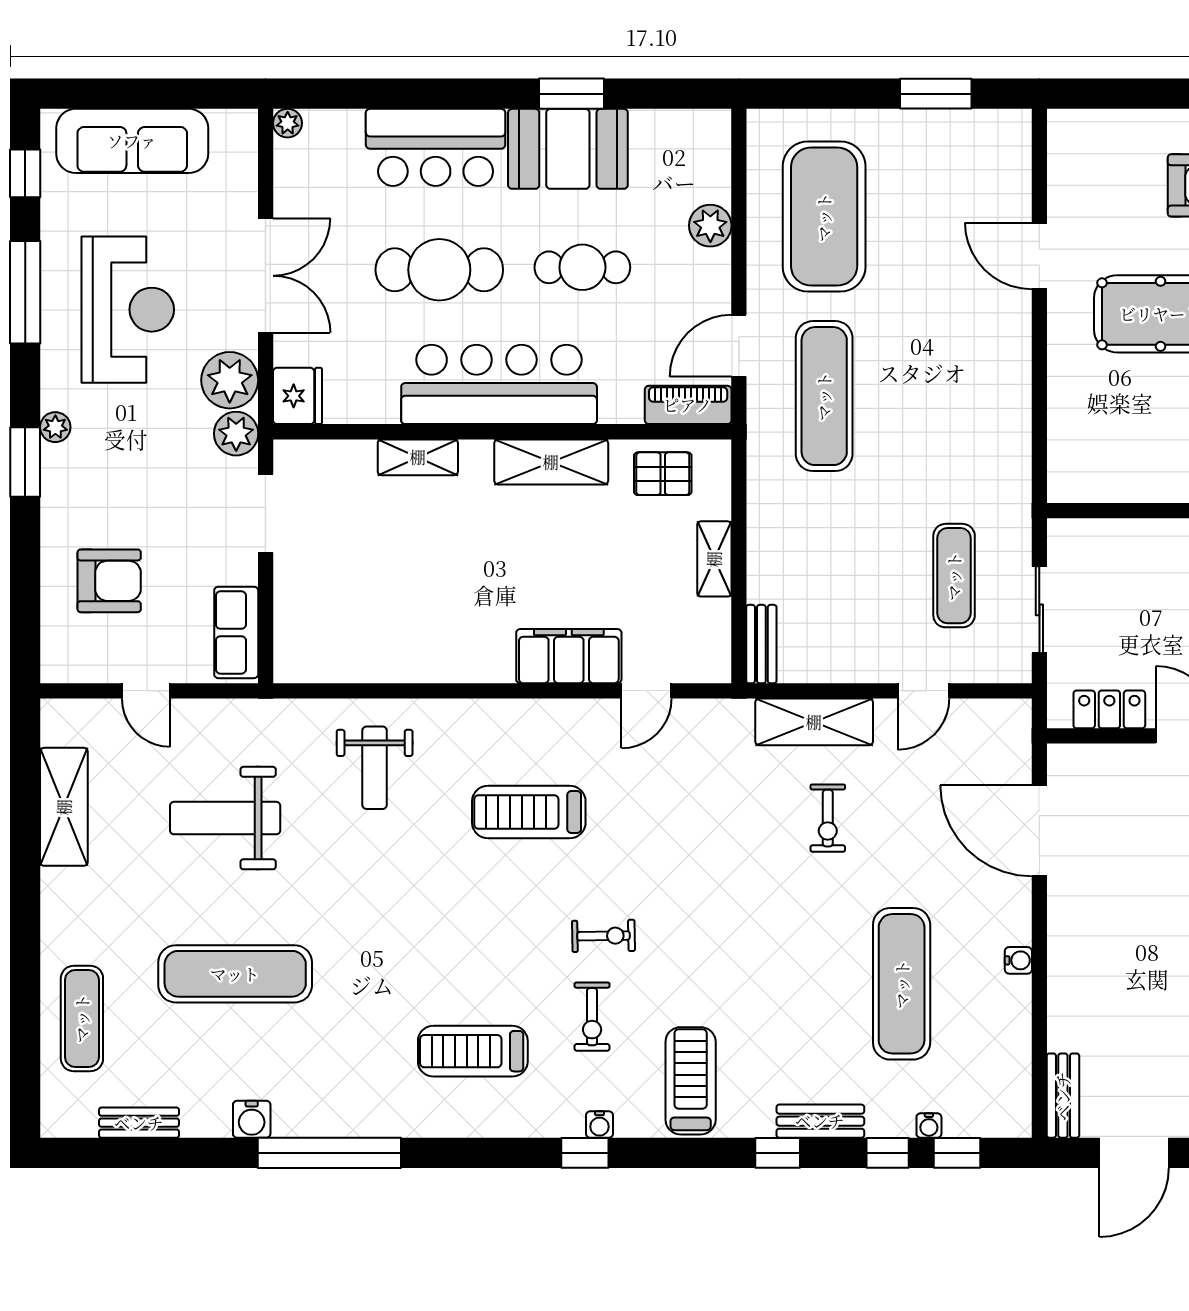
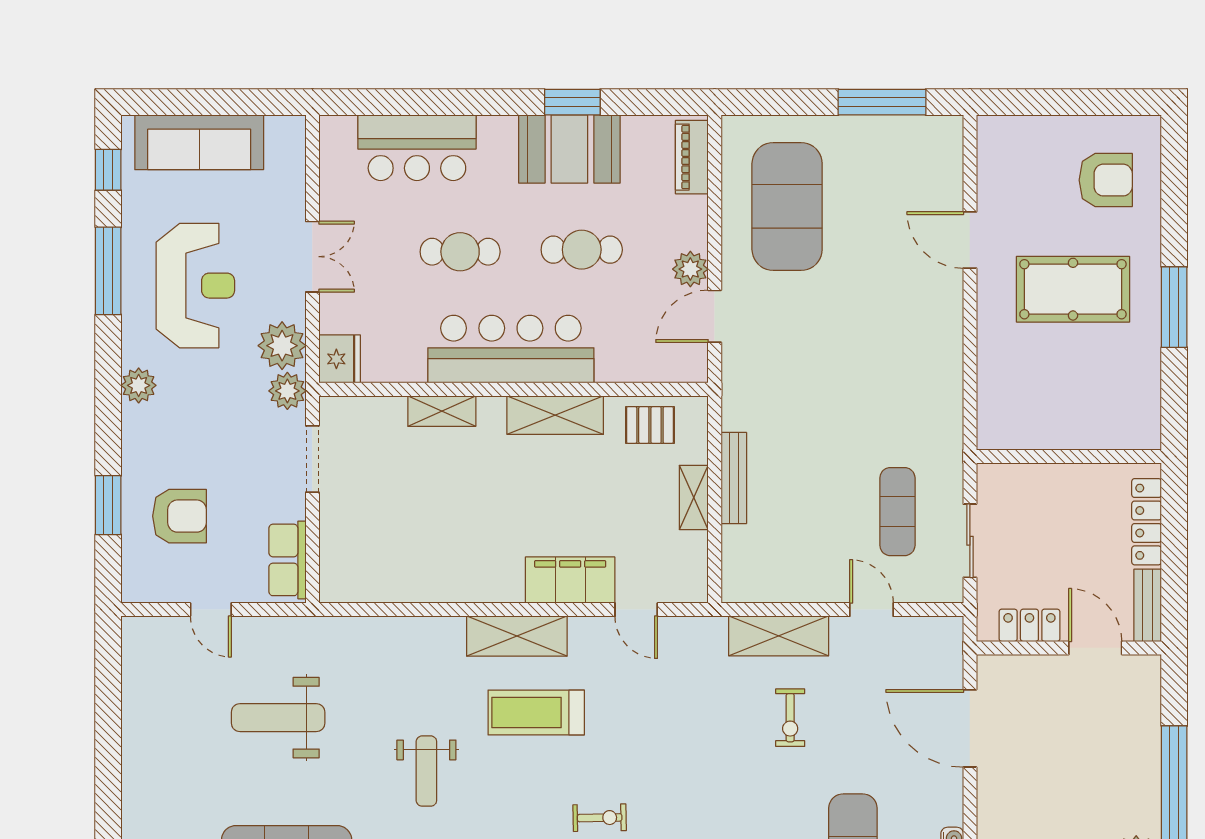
window: (936, 94) -> (882, 102), width x1.44
plant: (288, 123) -> (331, 127), removed
bar counter: (436, 147) -> (417, 148), moved
plant: (710, 226) -> (690, 269), moved
cafe table: (439, 270) -> (460, 252), width x0.73, depth x0.74
double door: (266, 276) -> (312, 257), width x0.73
exercise mat: (824, 396) -> (787, 359), removed
piano: (688, 405) -> (692, 157), moved, turned -90
plant: (55, 427) -> (139, 385), width x1.38, depth x1.38
window: (25, 462) -> (108, 505), moved
bench: (761, 644) -> (734, 478), moved, width x1.36
door: (646, 691) -> (636, 610), hinge flipped
door: (923, 691) -> (872, 610), swing flipped
weight bench: (375, 768) -> (426, 771), moved
shelving: (64, 807) -> (517, 636), moved, turned 90

